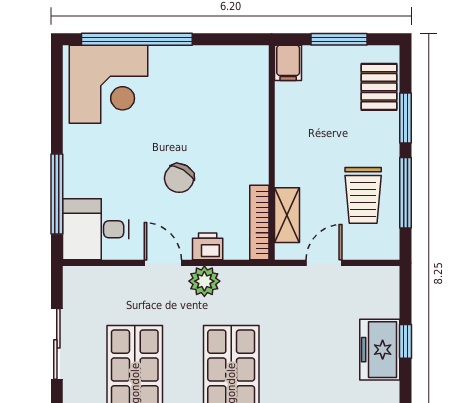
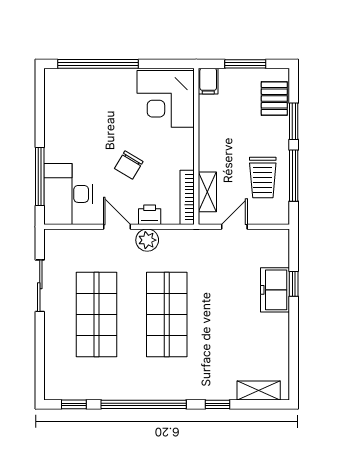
corner desk: (108, 84) -> (166, 99), moved, turned 90
desk: (96, 229) -> (68, 194), width x1.37

